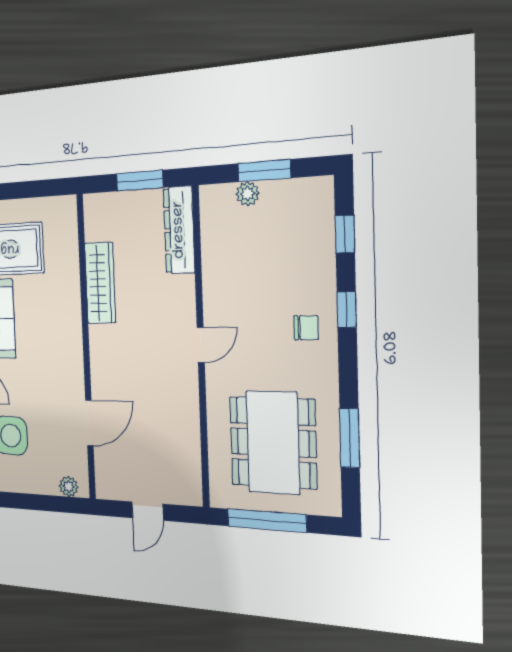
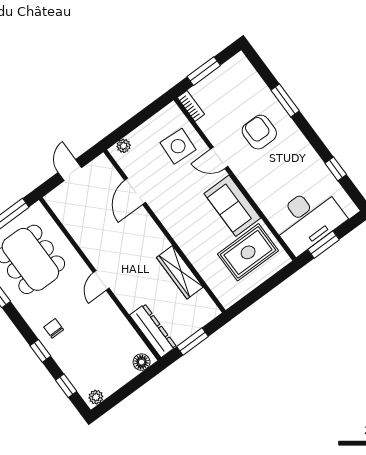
window: (264, 171) -> (127, 390), removed
plant: (248, 194) -> (96, 397), moved
floor lamp: (221, 197) -> (142, 362), added
chair: (306, 328) -> (54, 328), turned 90

